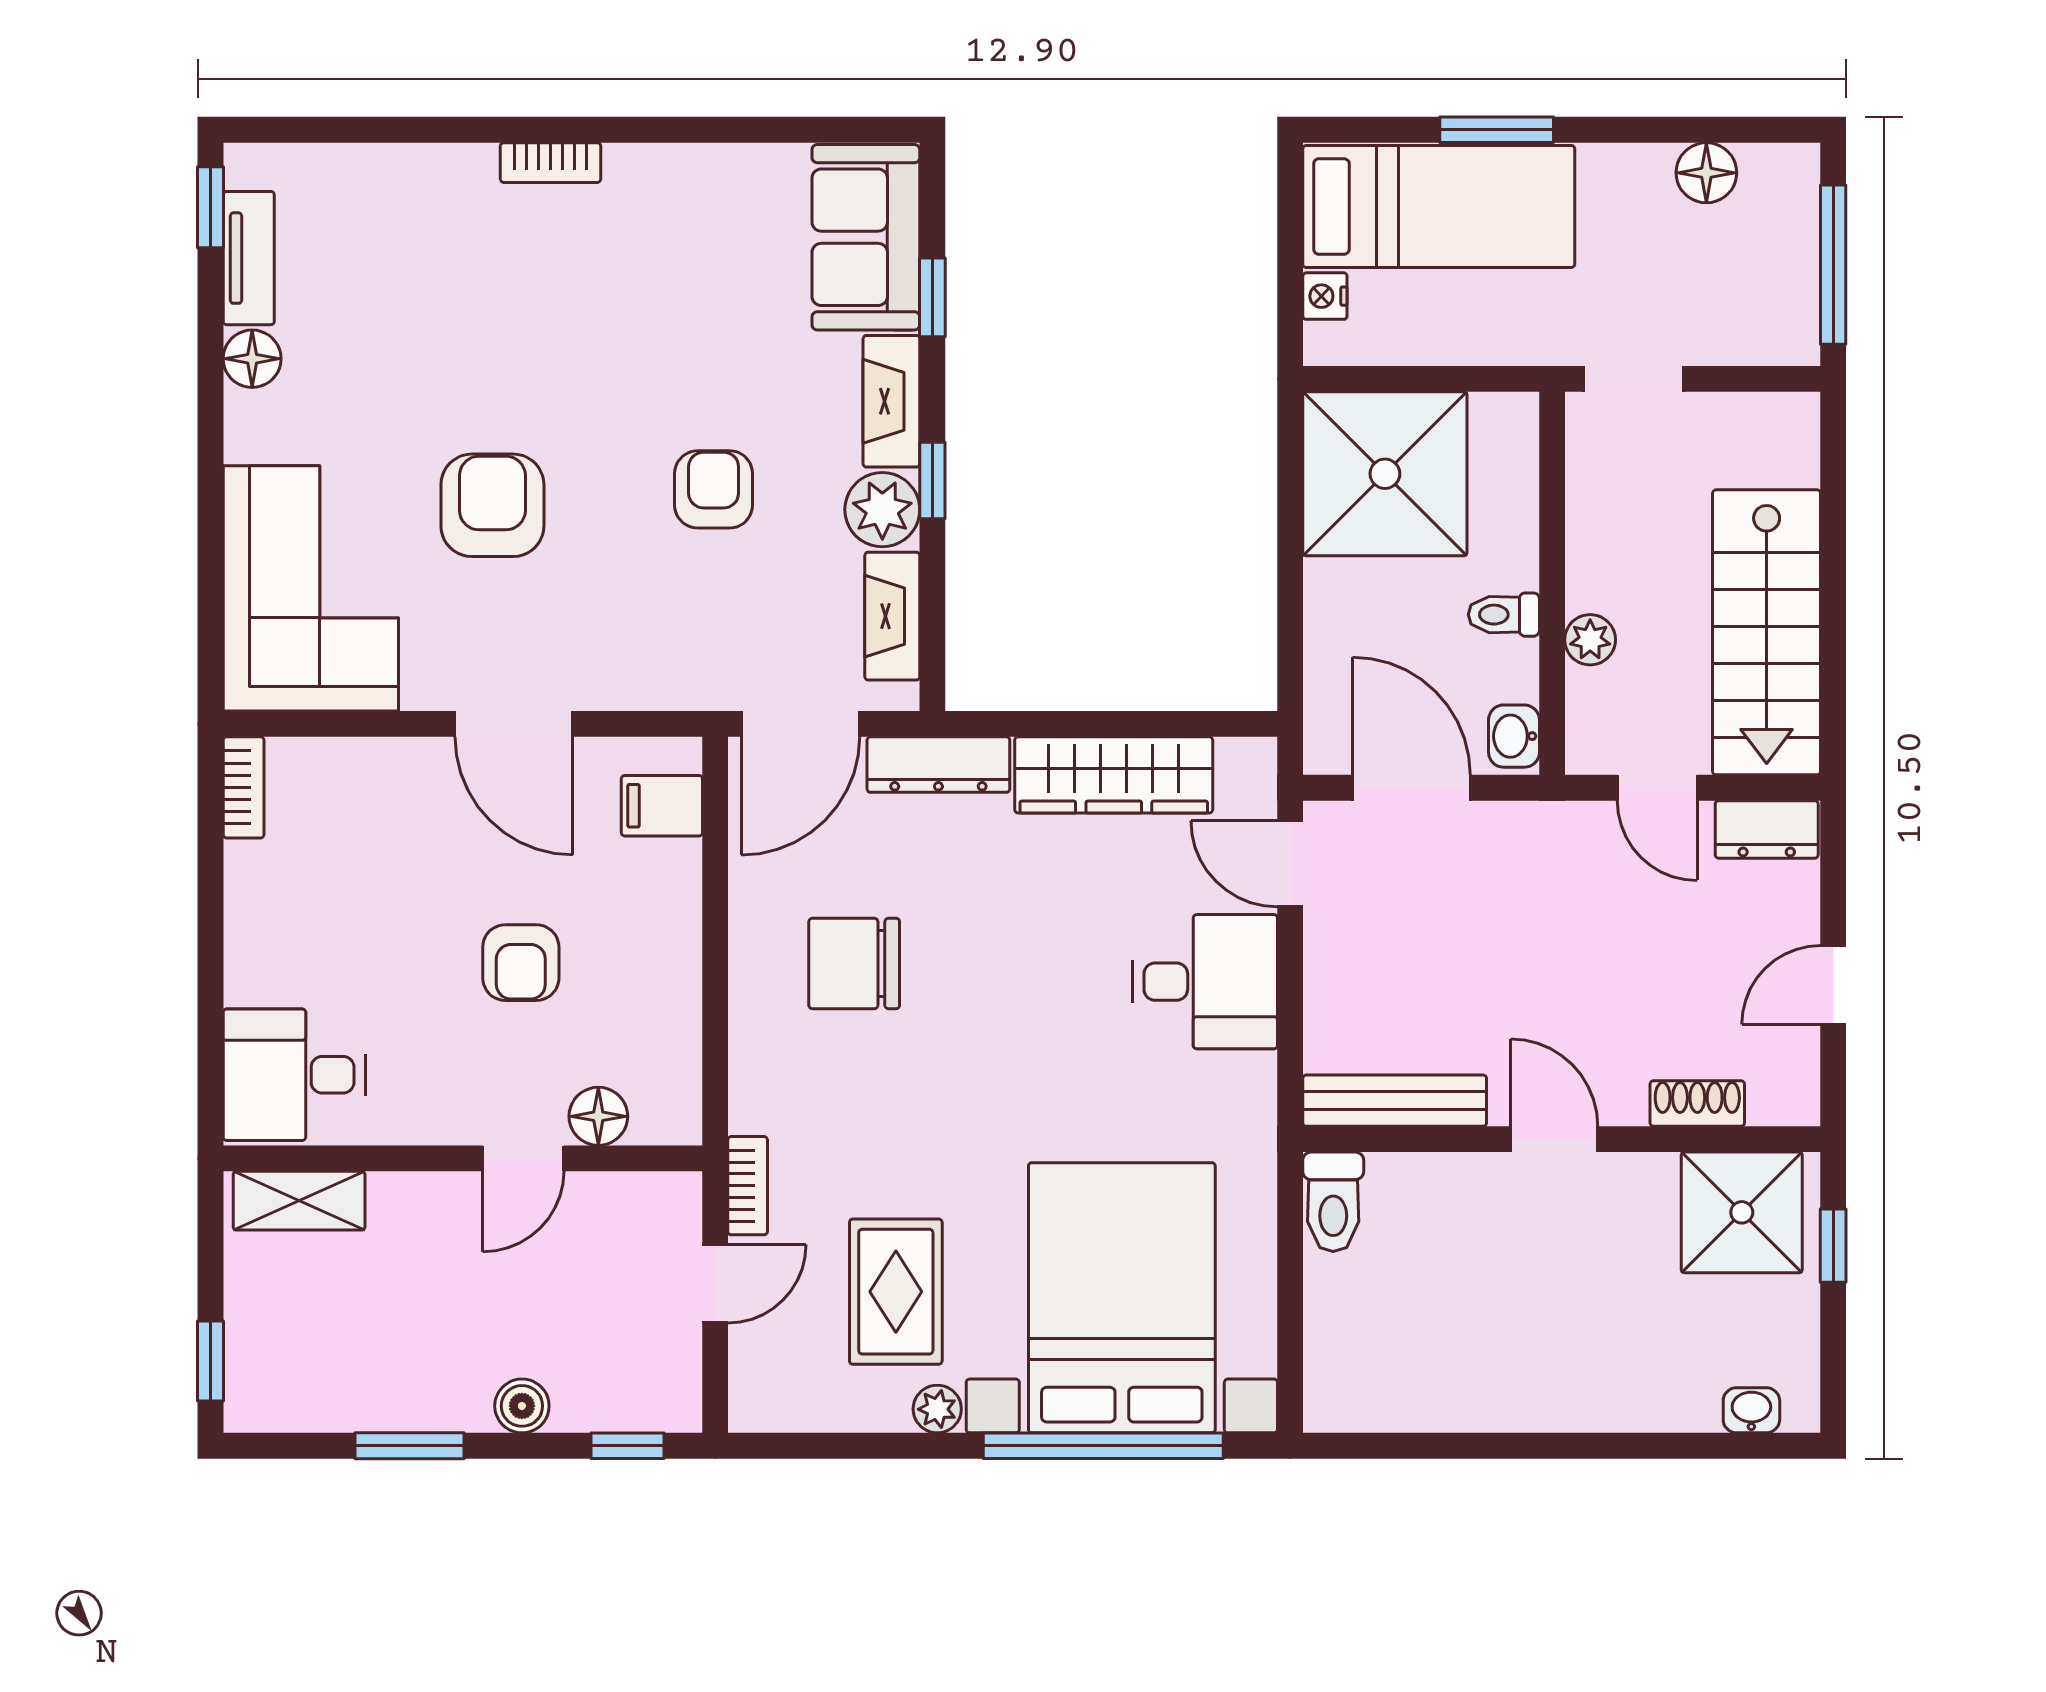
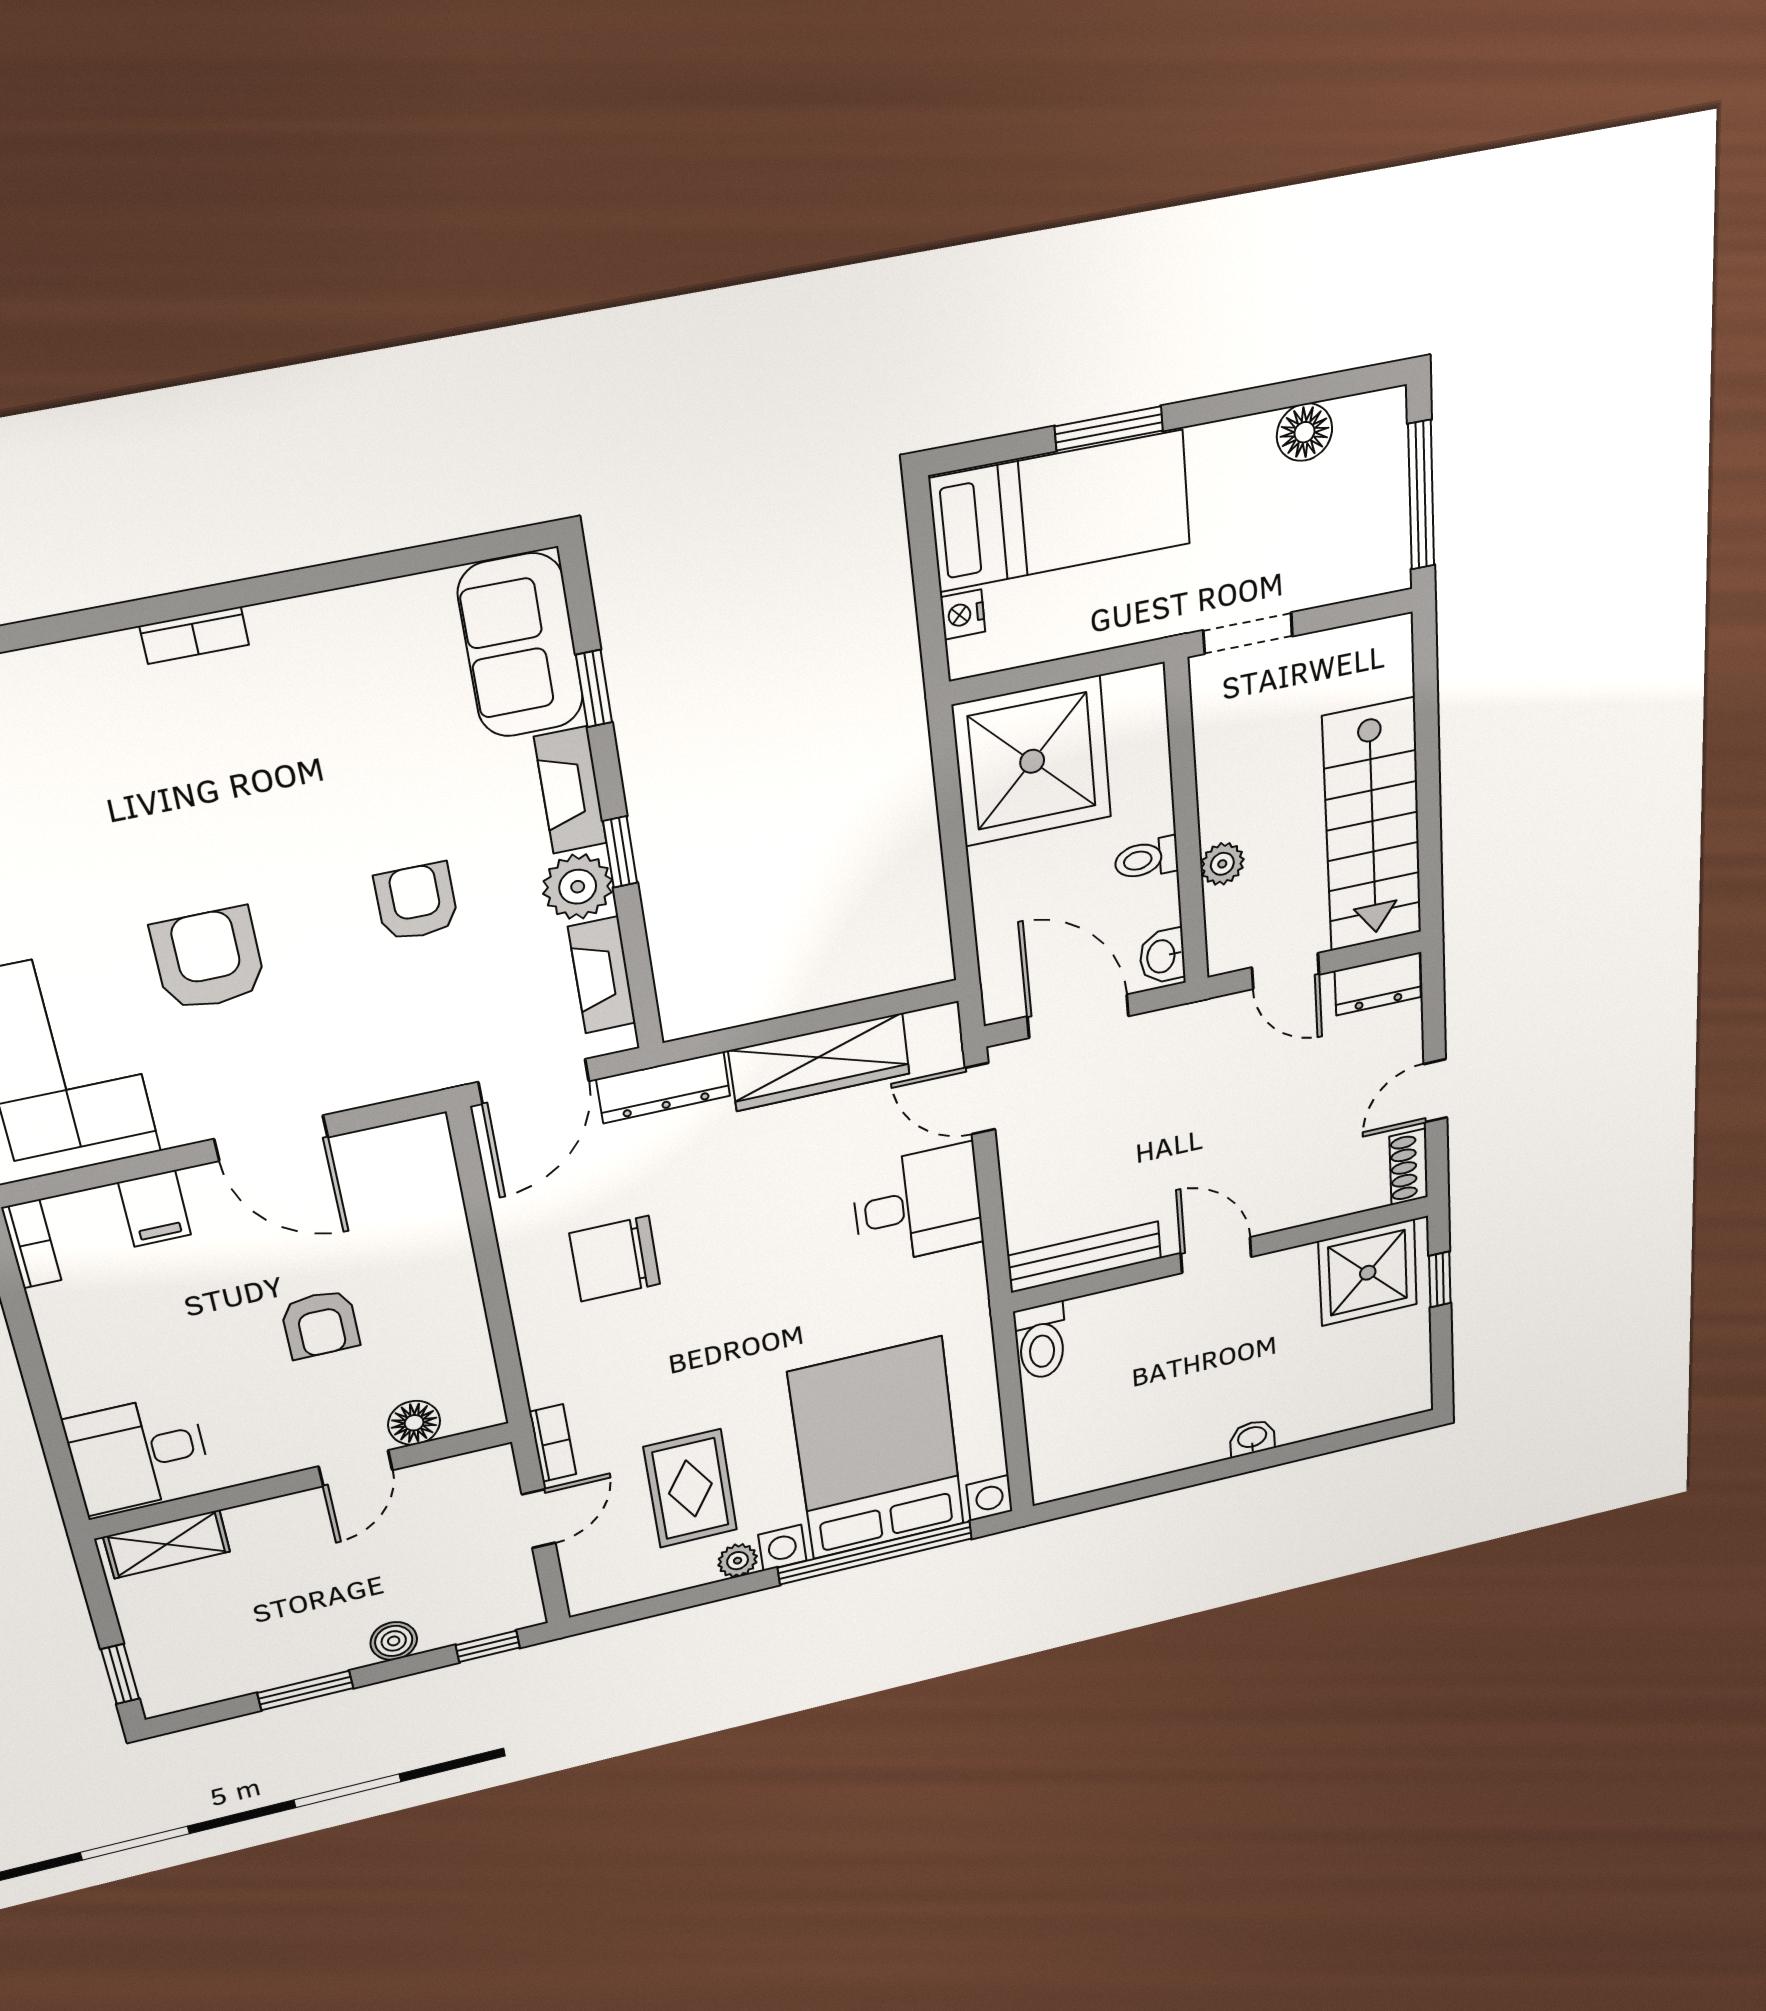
filing cabinet: (662, 806) -> (155, 1209), moved, turned -90
shoe rack: (1697, 1103) -> (1409, 1167), moved, turned -90
washbasin: (1751, 1410) -> (1252, 1438), moved

